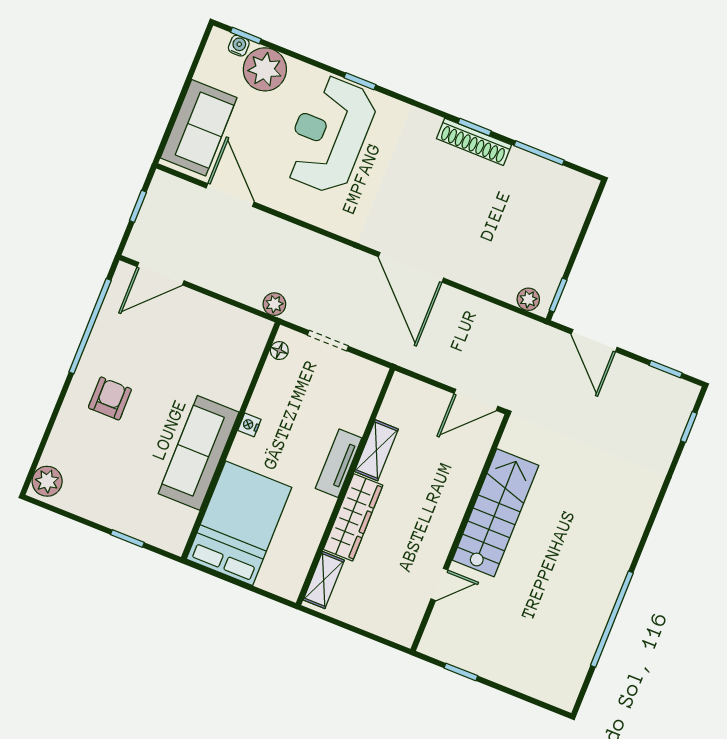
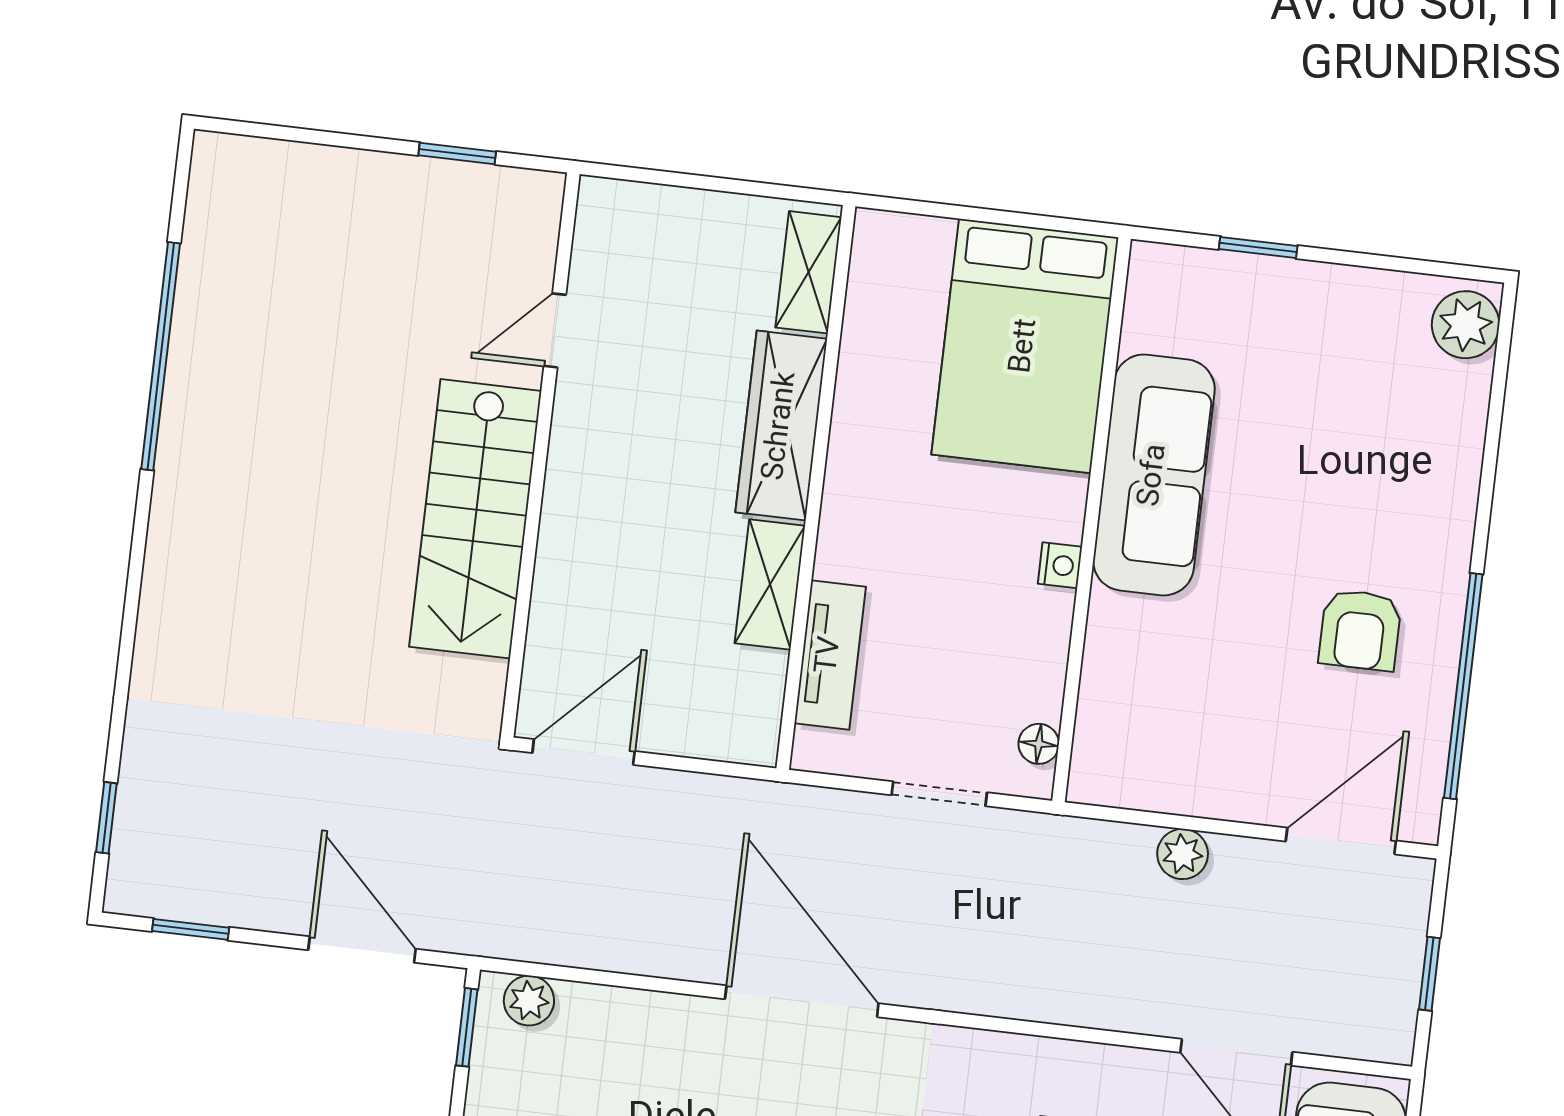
plant: (274, 304) -> (1183, 854), moved
armchair: (110, 398) -> (1360, 630), moved
tv unit: (339, 463) -> (830, 655), moved

